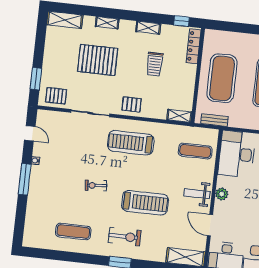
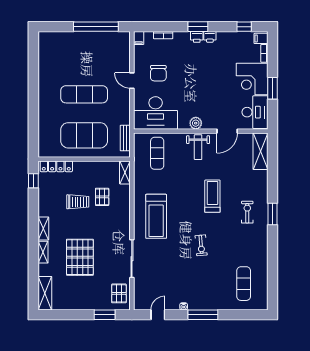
shelving: (148, 28) -> (43, 229), moved
pallet: (132, 104) -> (102, 197), moved
treadmill: (145, 203) -> (212, 196), width x0.73, depth x0.73
exercise mat: (73, 232) -> (244, 284), moved
exercise bike: (125, 237) -> (247, 212), width x0.73, depth x0.72

